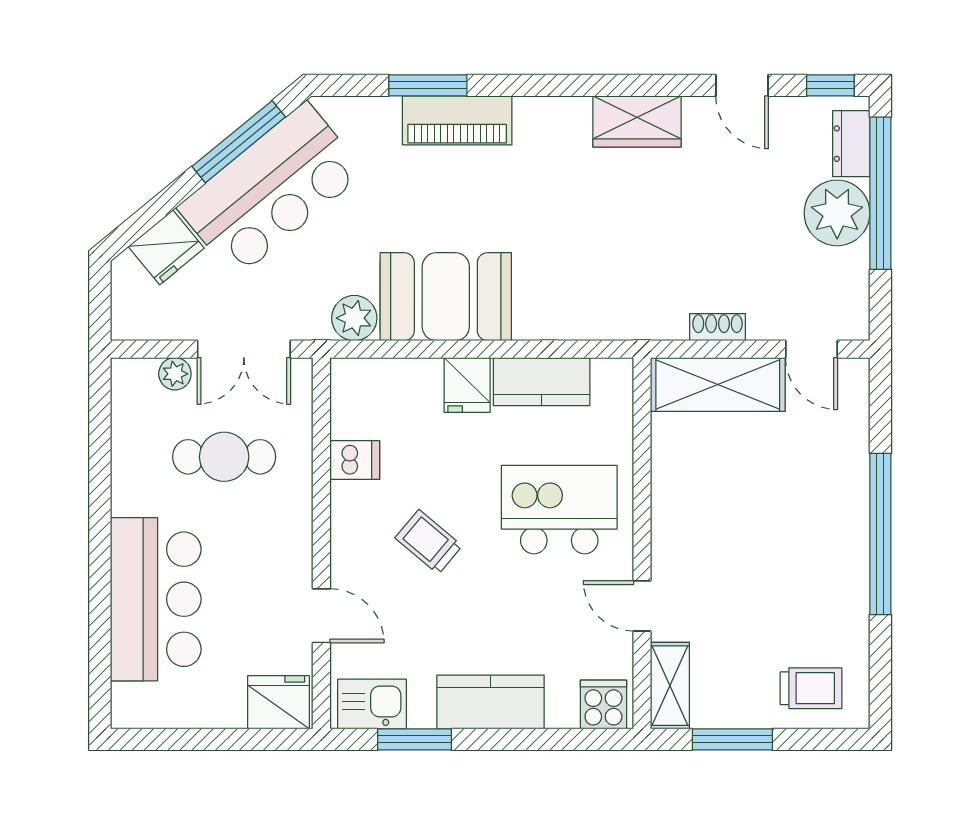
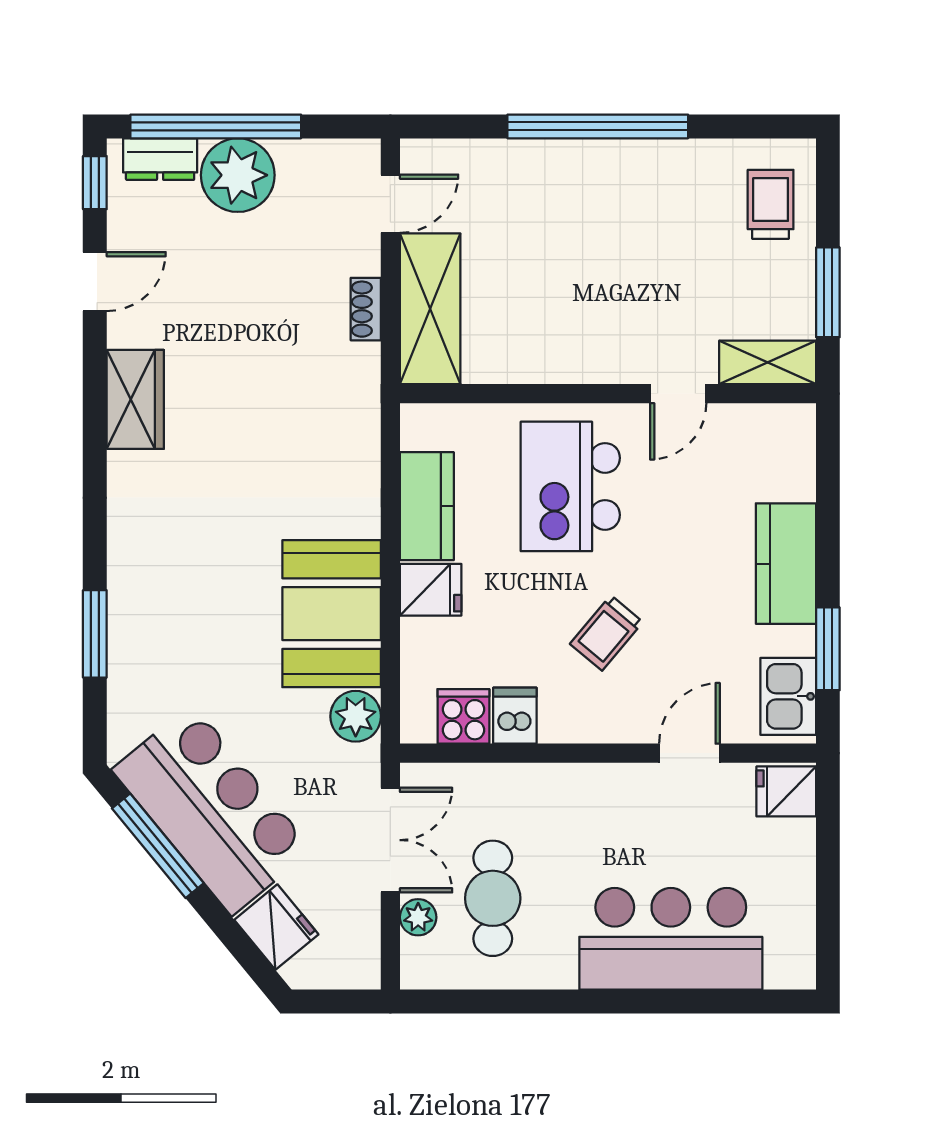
piano: (457, 120) -> (134, 601), removed
cafe table: (224, 457) -> (493, 898), moved
fridge: (279, 702) -> (786, 791), width x0.72
cooker: (603, 704) -> (463, 716), moved, turned 90

